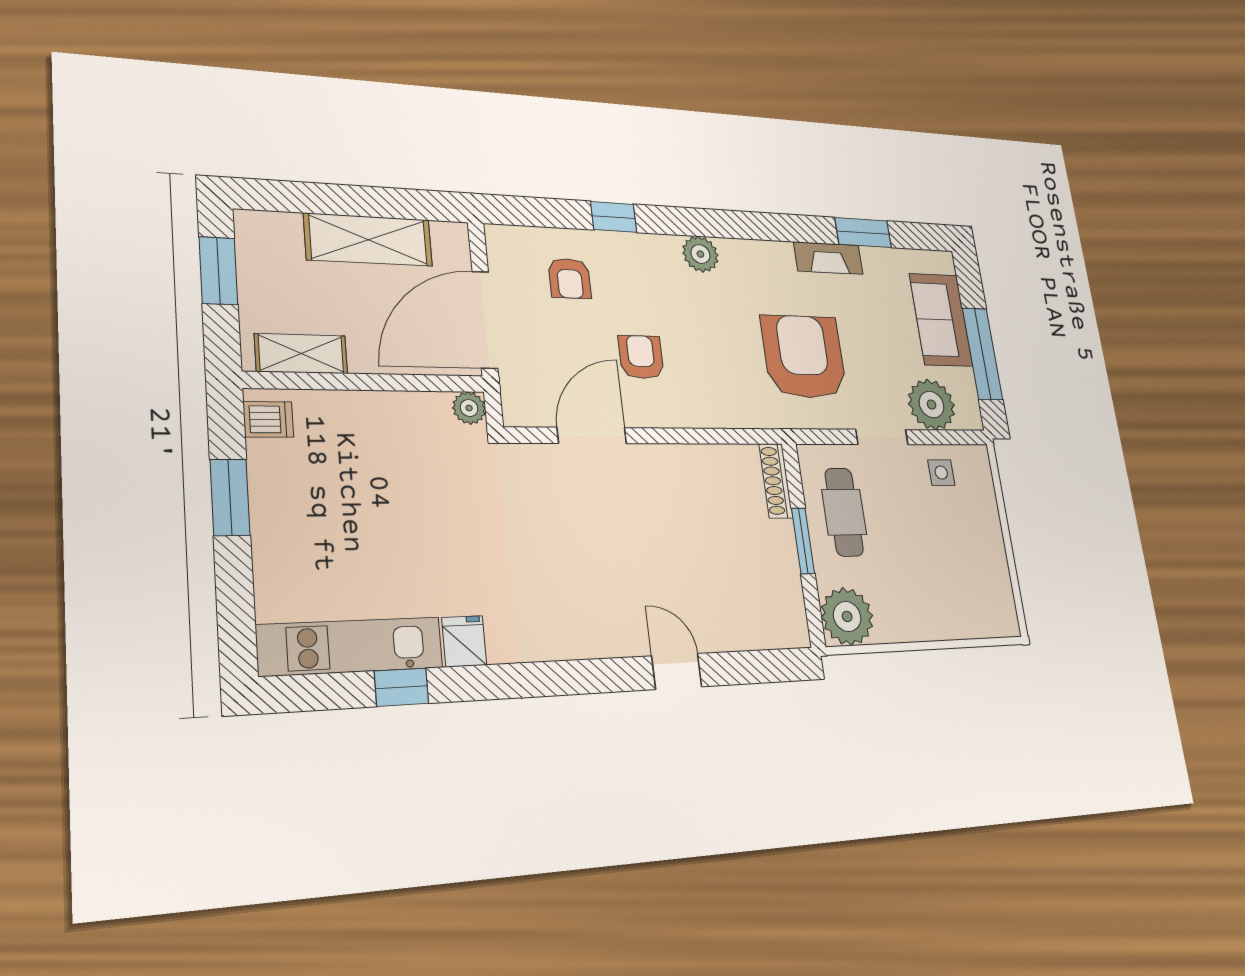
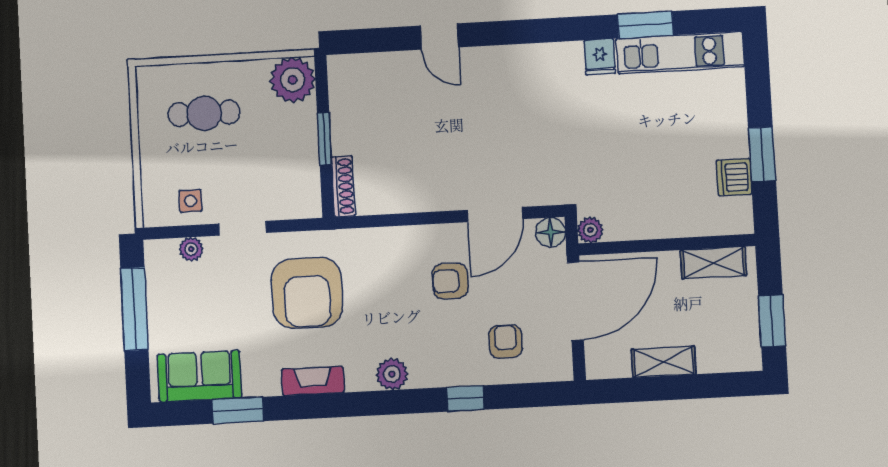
shelving: (368, 240) -> (664, 362), width x0.67, depth x0.75
fireplace: (828, 258) -> (313, 381), moved
sofa: (941, 320) -> (199, 376), moved, turned -90
armchair: (641, 357) -> (450, 281), turned 90
plant: (931, 405) -> (191, 249), width x0.53, depth x0.53
floor lamp: (520, 408) -> (551, 232), added
dishwasher: (268, 419) -> (734, 177), moved, width x1.38
cafe table: (844, 512) -> (204, 113), moved, turned 90
window: (402, 687) -> (645, 25), width x1.50

